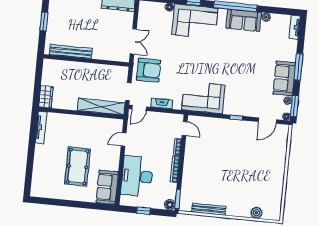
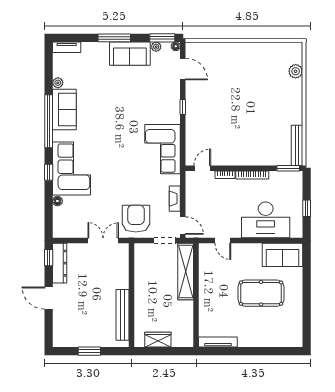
wardrobe: (46, 97) -> (158, 340), moved
floor lamp: (170, 205) -> (296, 177), removed
bench: (209, 209) -> (297, 145), moved

